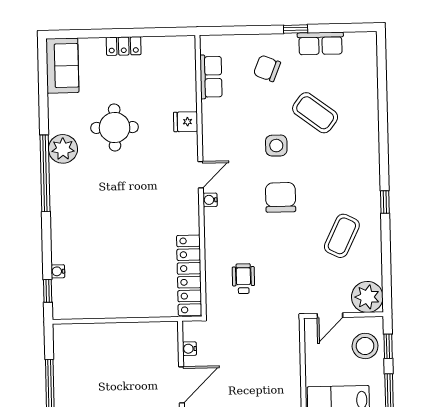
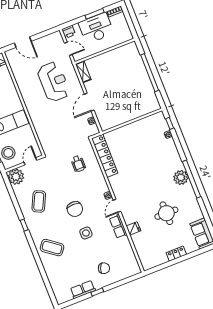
row of seats: (211, 77) -> (118, 226), moved
coffee table: (315, 113) -> (52, 248), moved
plant: (63, 149) -> (181, 178), moved

